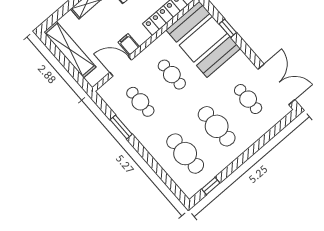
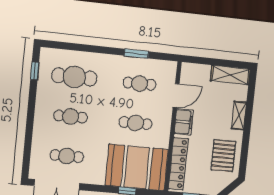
filing cabinet: (129, 44) -> (184, 122), width x2.00
shelving: (70, 50) -> (230, 75), width x0.68
cafe table: (217, 126) -> (71, 117), width x0.73, depth x0.74

